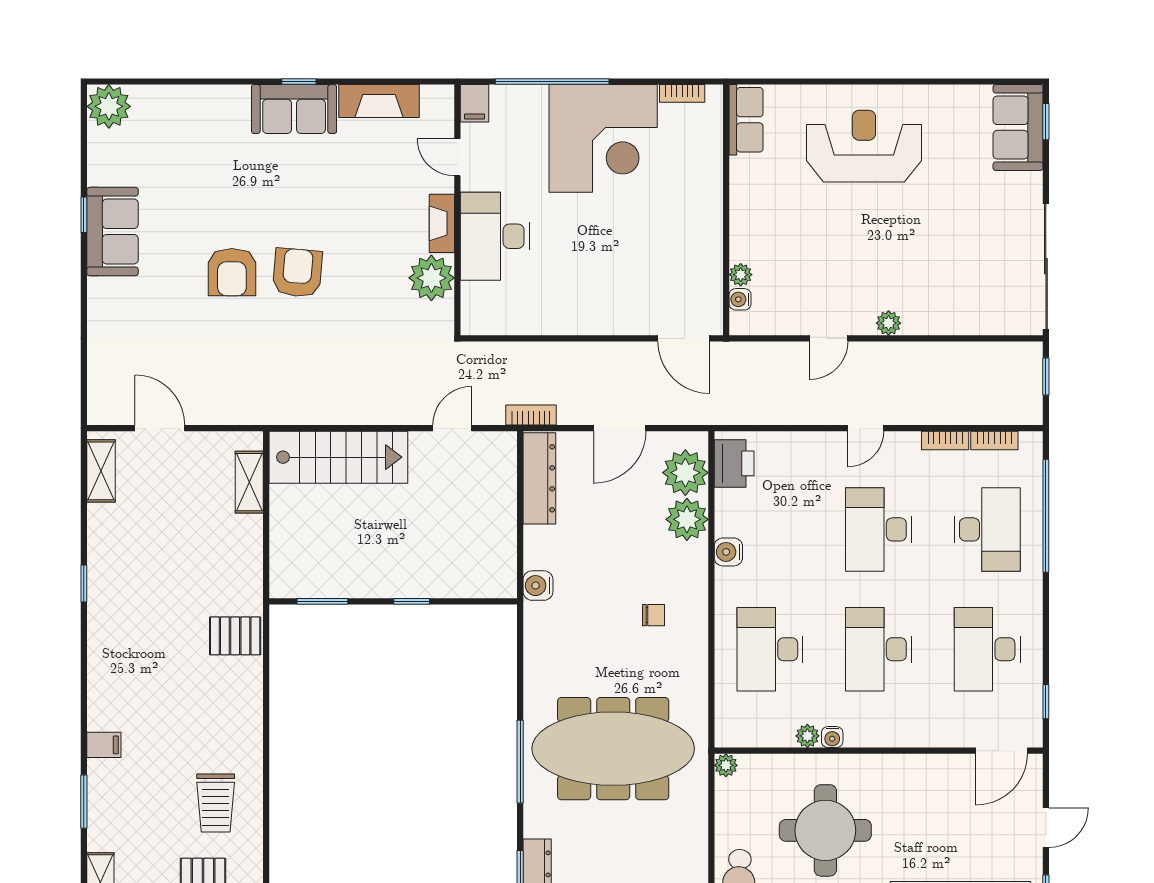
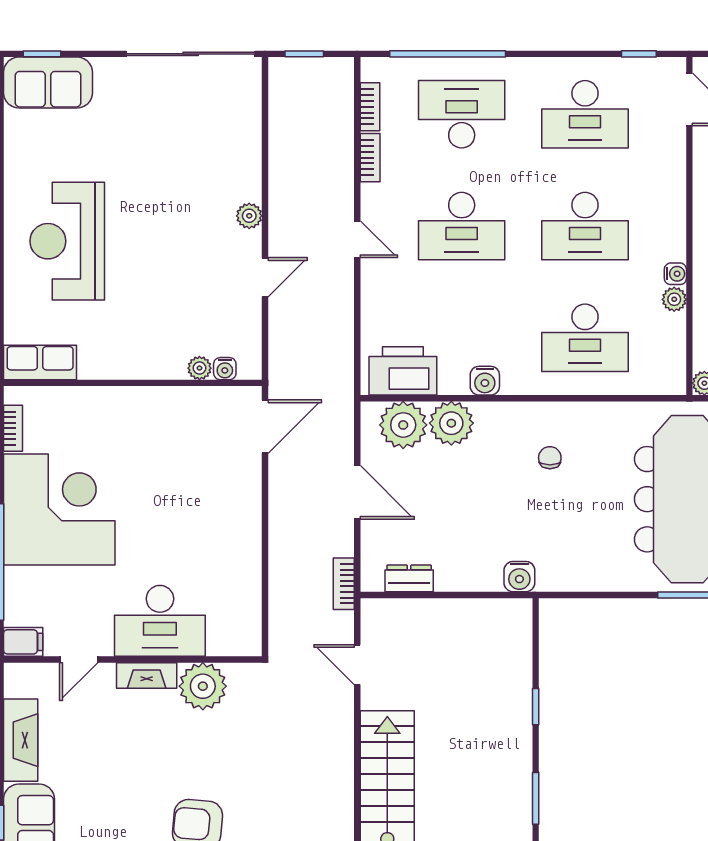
door: (829, 338) -> (265, 277), hinge flipped
printer: (734, 463) -> (403, 371), width x1.37, depth x1.19
dresser: (539, 478) -> (409, 578), width x0.51, depth x0.80

